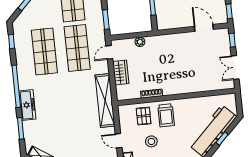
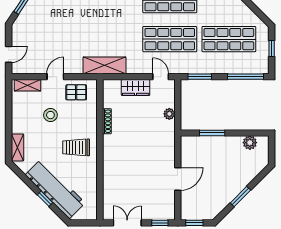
door: (204, 28) -> (178, 179), moved
shelving: (105, 100) -> (104, 65), width x0.68
trolley: (166, 115) -> (76, 147), moved
pallet: (144, 116) -> (76, 92), moved

